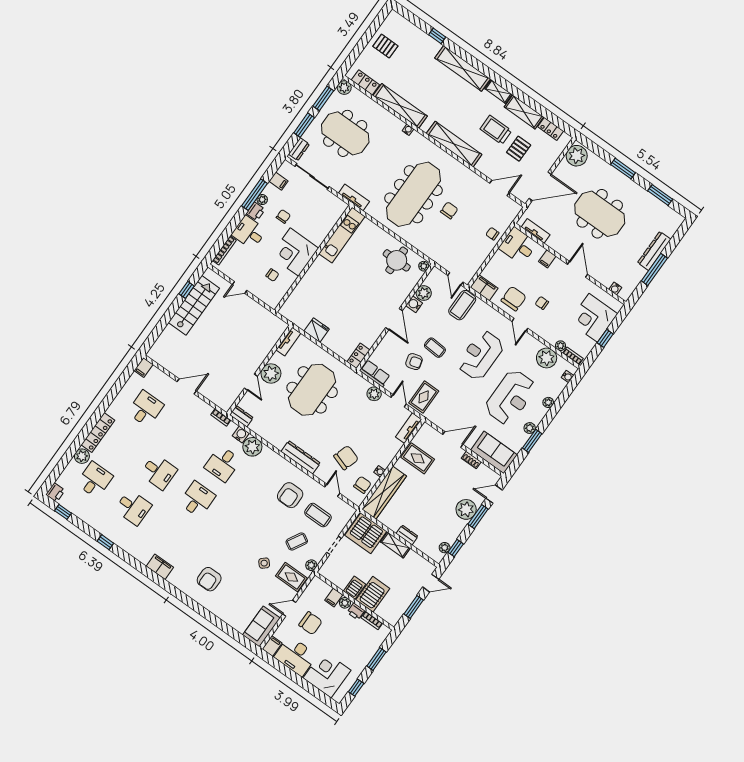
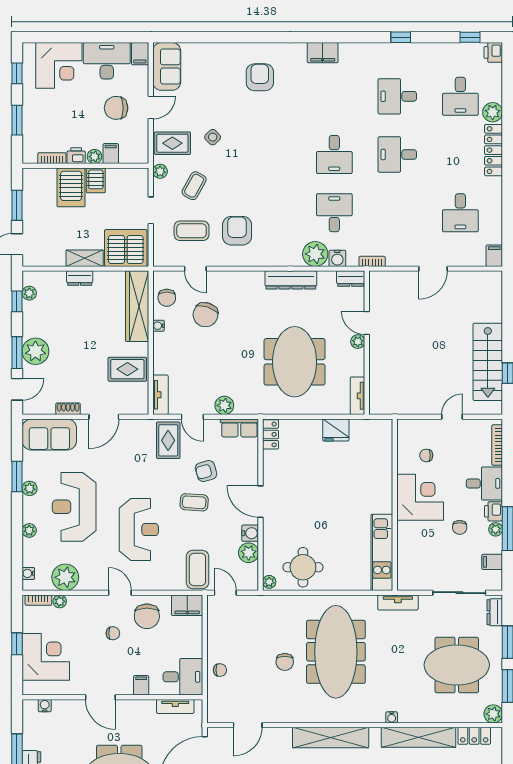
plant: (271, 374) -> (358, 342), width x0.53, depth x0.53
dresser: (301, 457) -> (291, 280), moved

